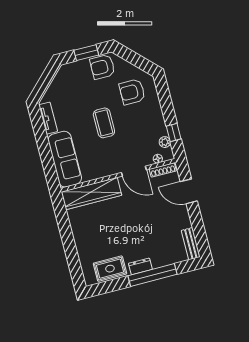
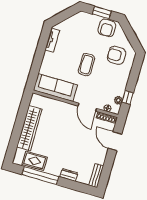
armchair: (102, 67) -> (107, 28), turned -90
sofa: (65, 159) -> (55, 88), moved, turned -90
wardrobe: (91, 194) -> (29, 128), moved, turned -90
dresser: (140, 266) -> (69, 175), moved
window: (152, 275) -> (40, 176), moved

